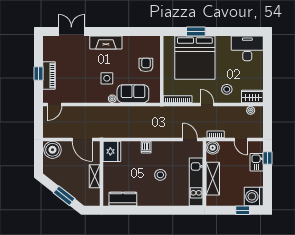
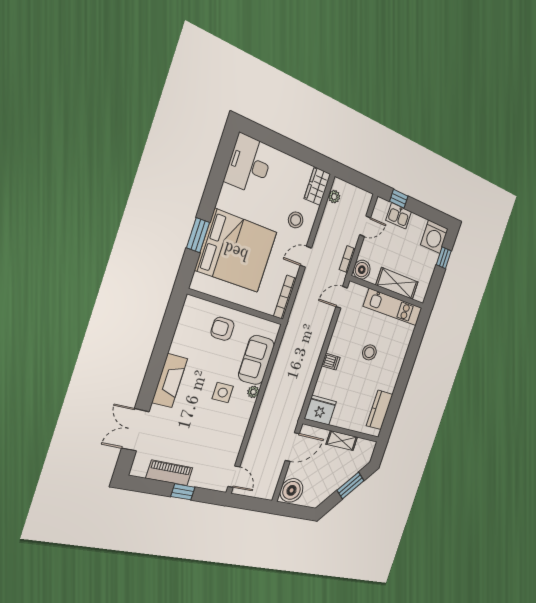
piano: (49, 75) -> (169, 473), moved

